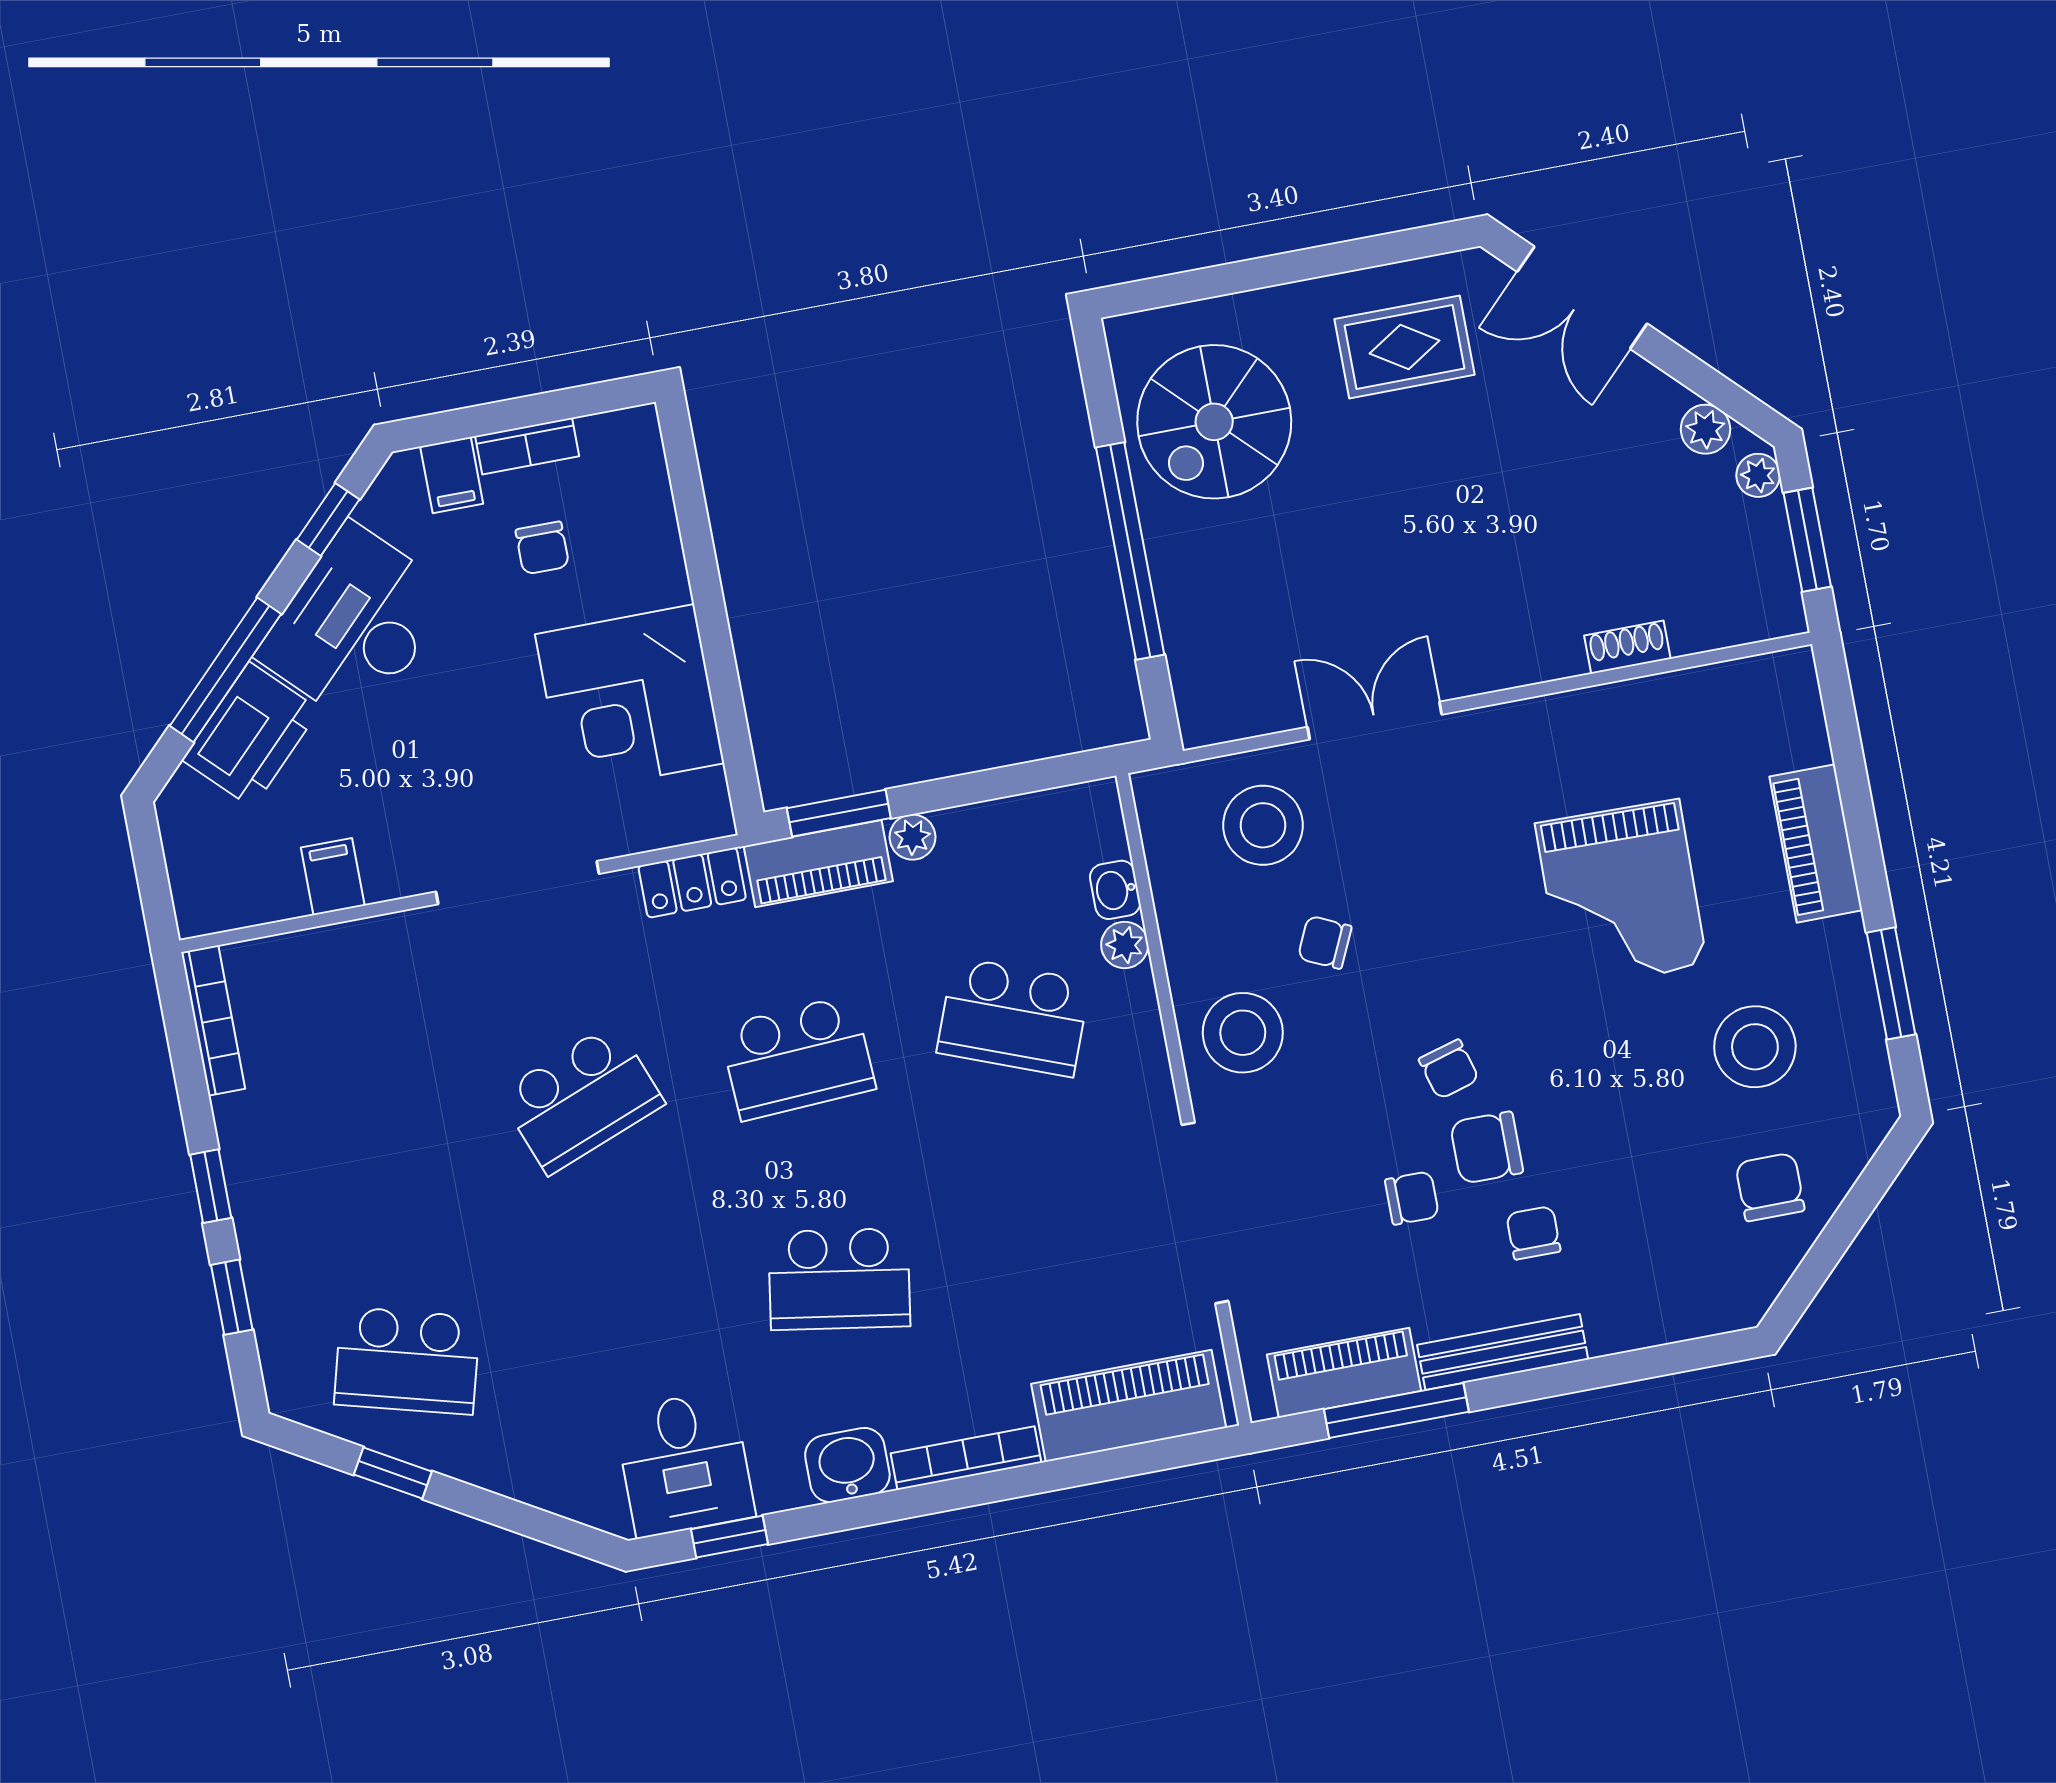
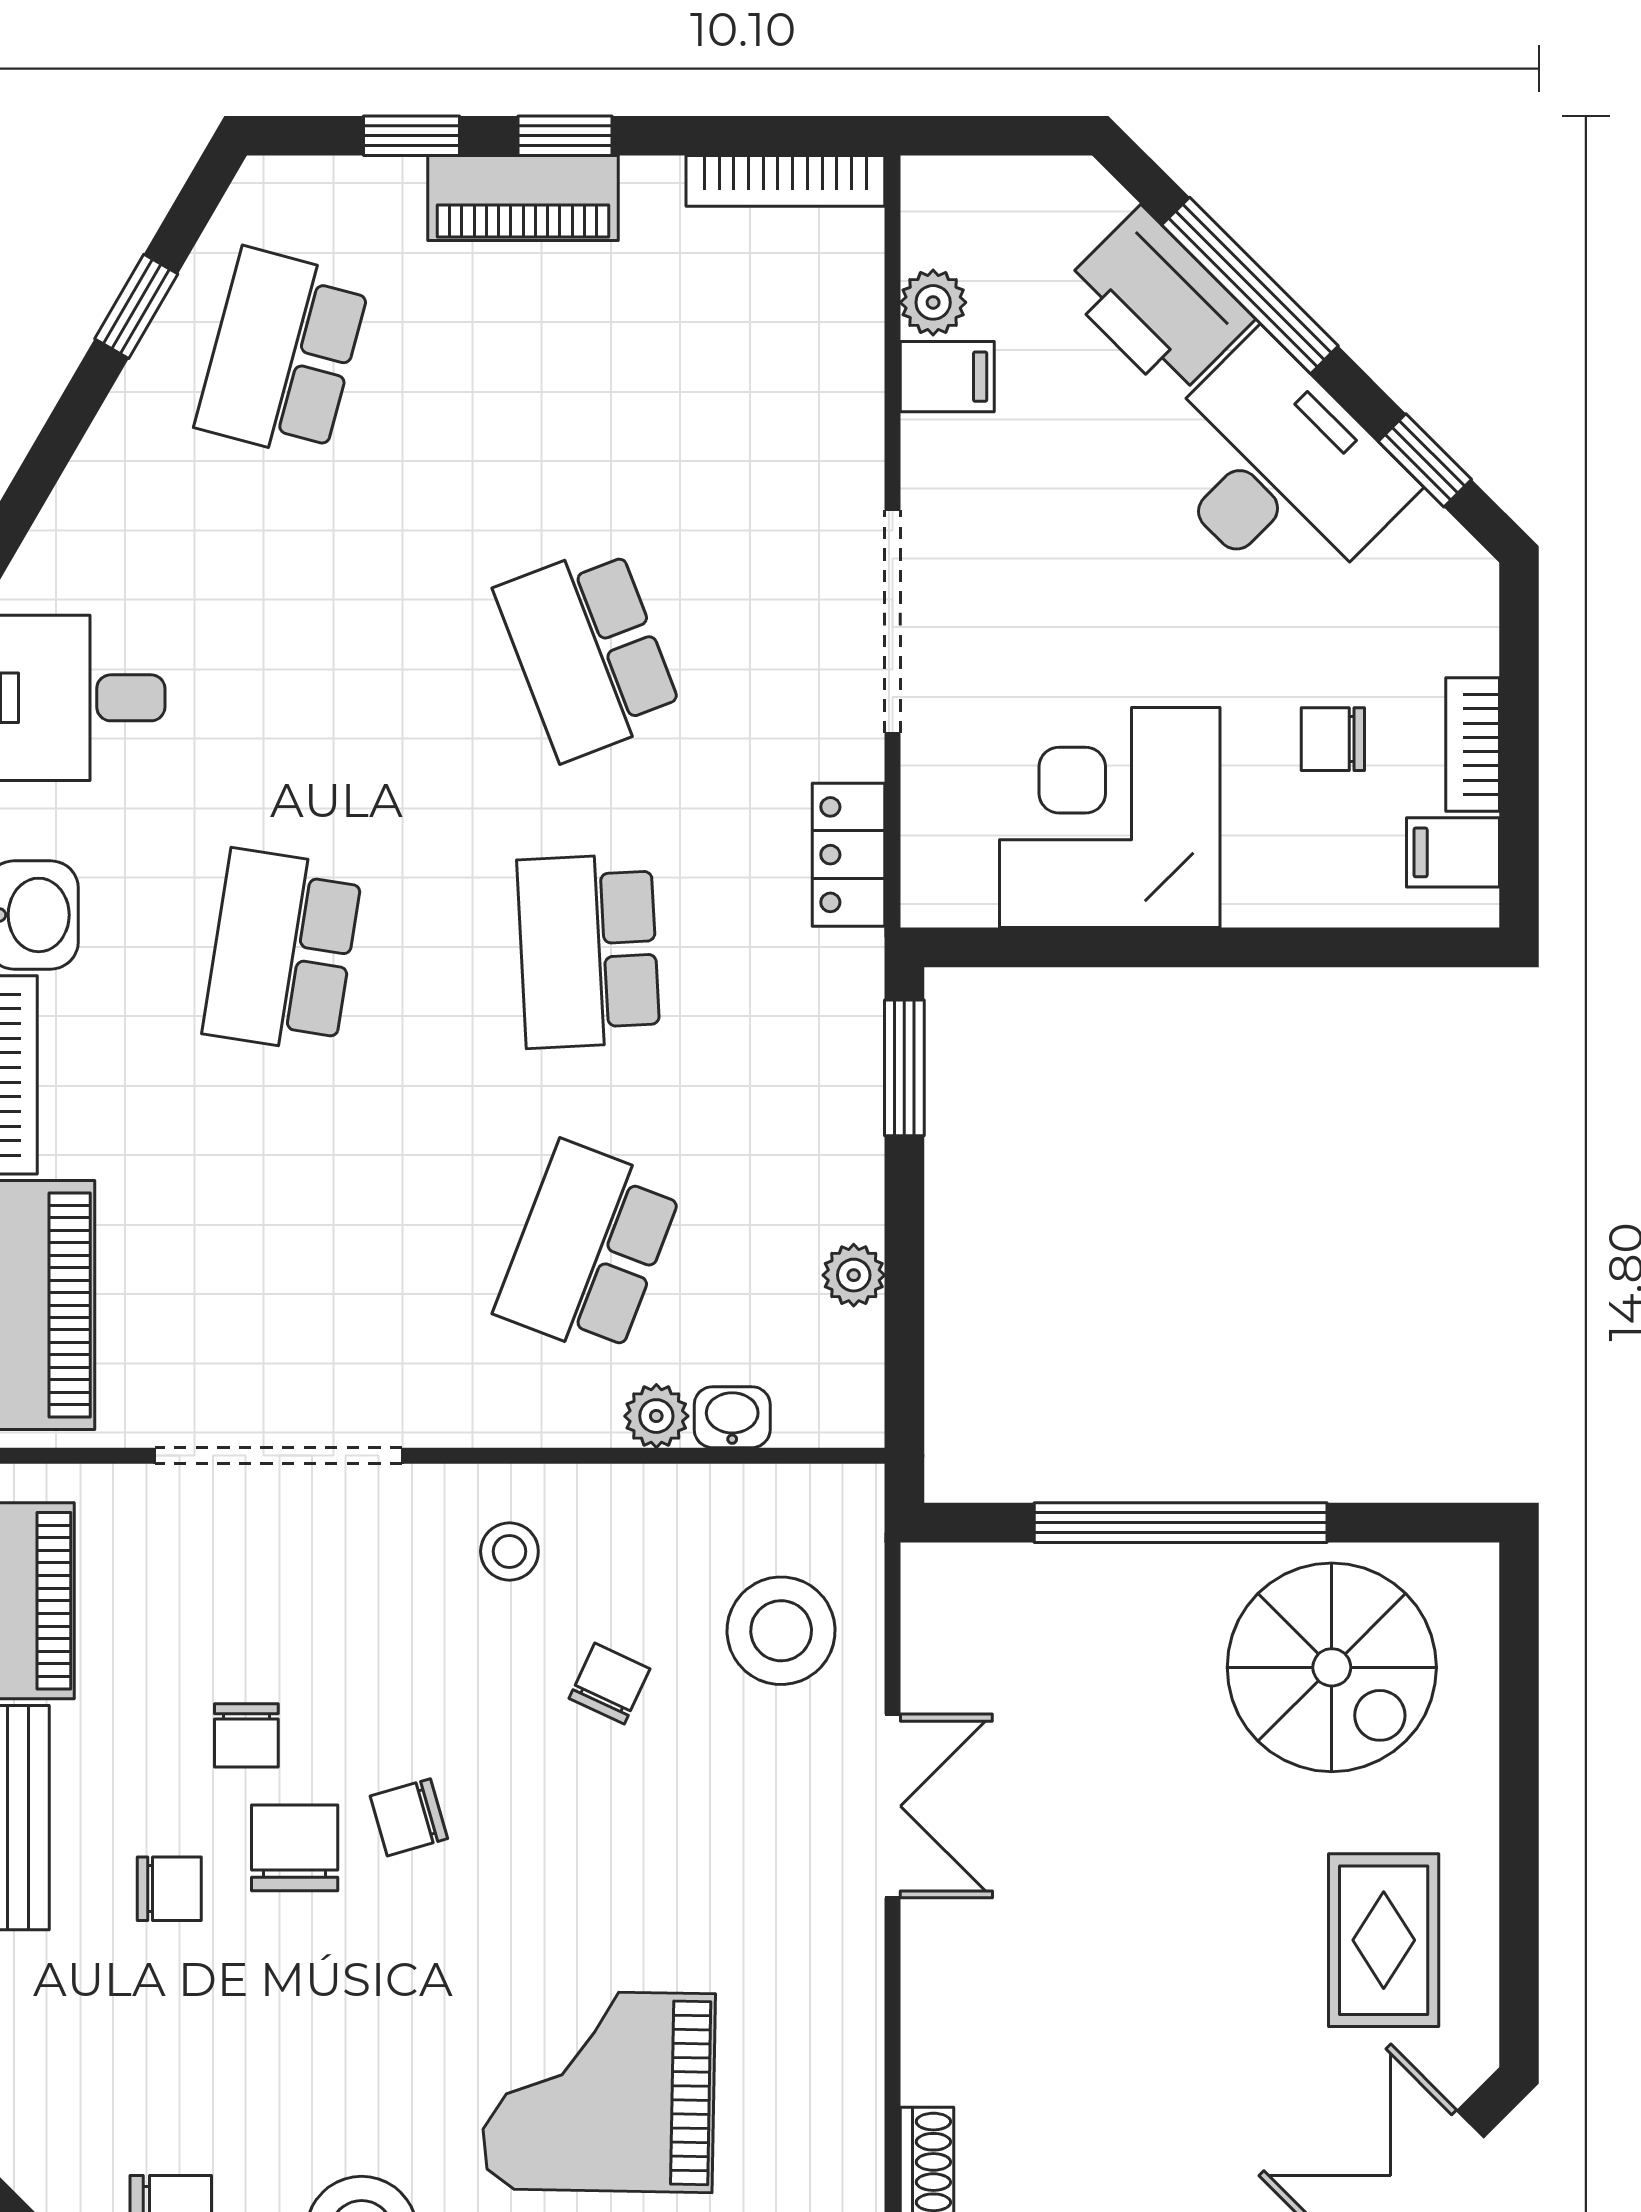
spiral stairs: (1214, 422) -> (1332, 1667), turned 180
filing cabinet: (452, 475) -> (1453, 852), moved
plant: (912, 837) -> (854, 1275), moved
piano: (818, 864) -> (523, 198), moved, turned -90
plant: (281, 897) -> (933, 302), added
stool: (1243, 1033) -> (509, 1551), width x0.53, depth x0.53

